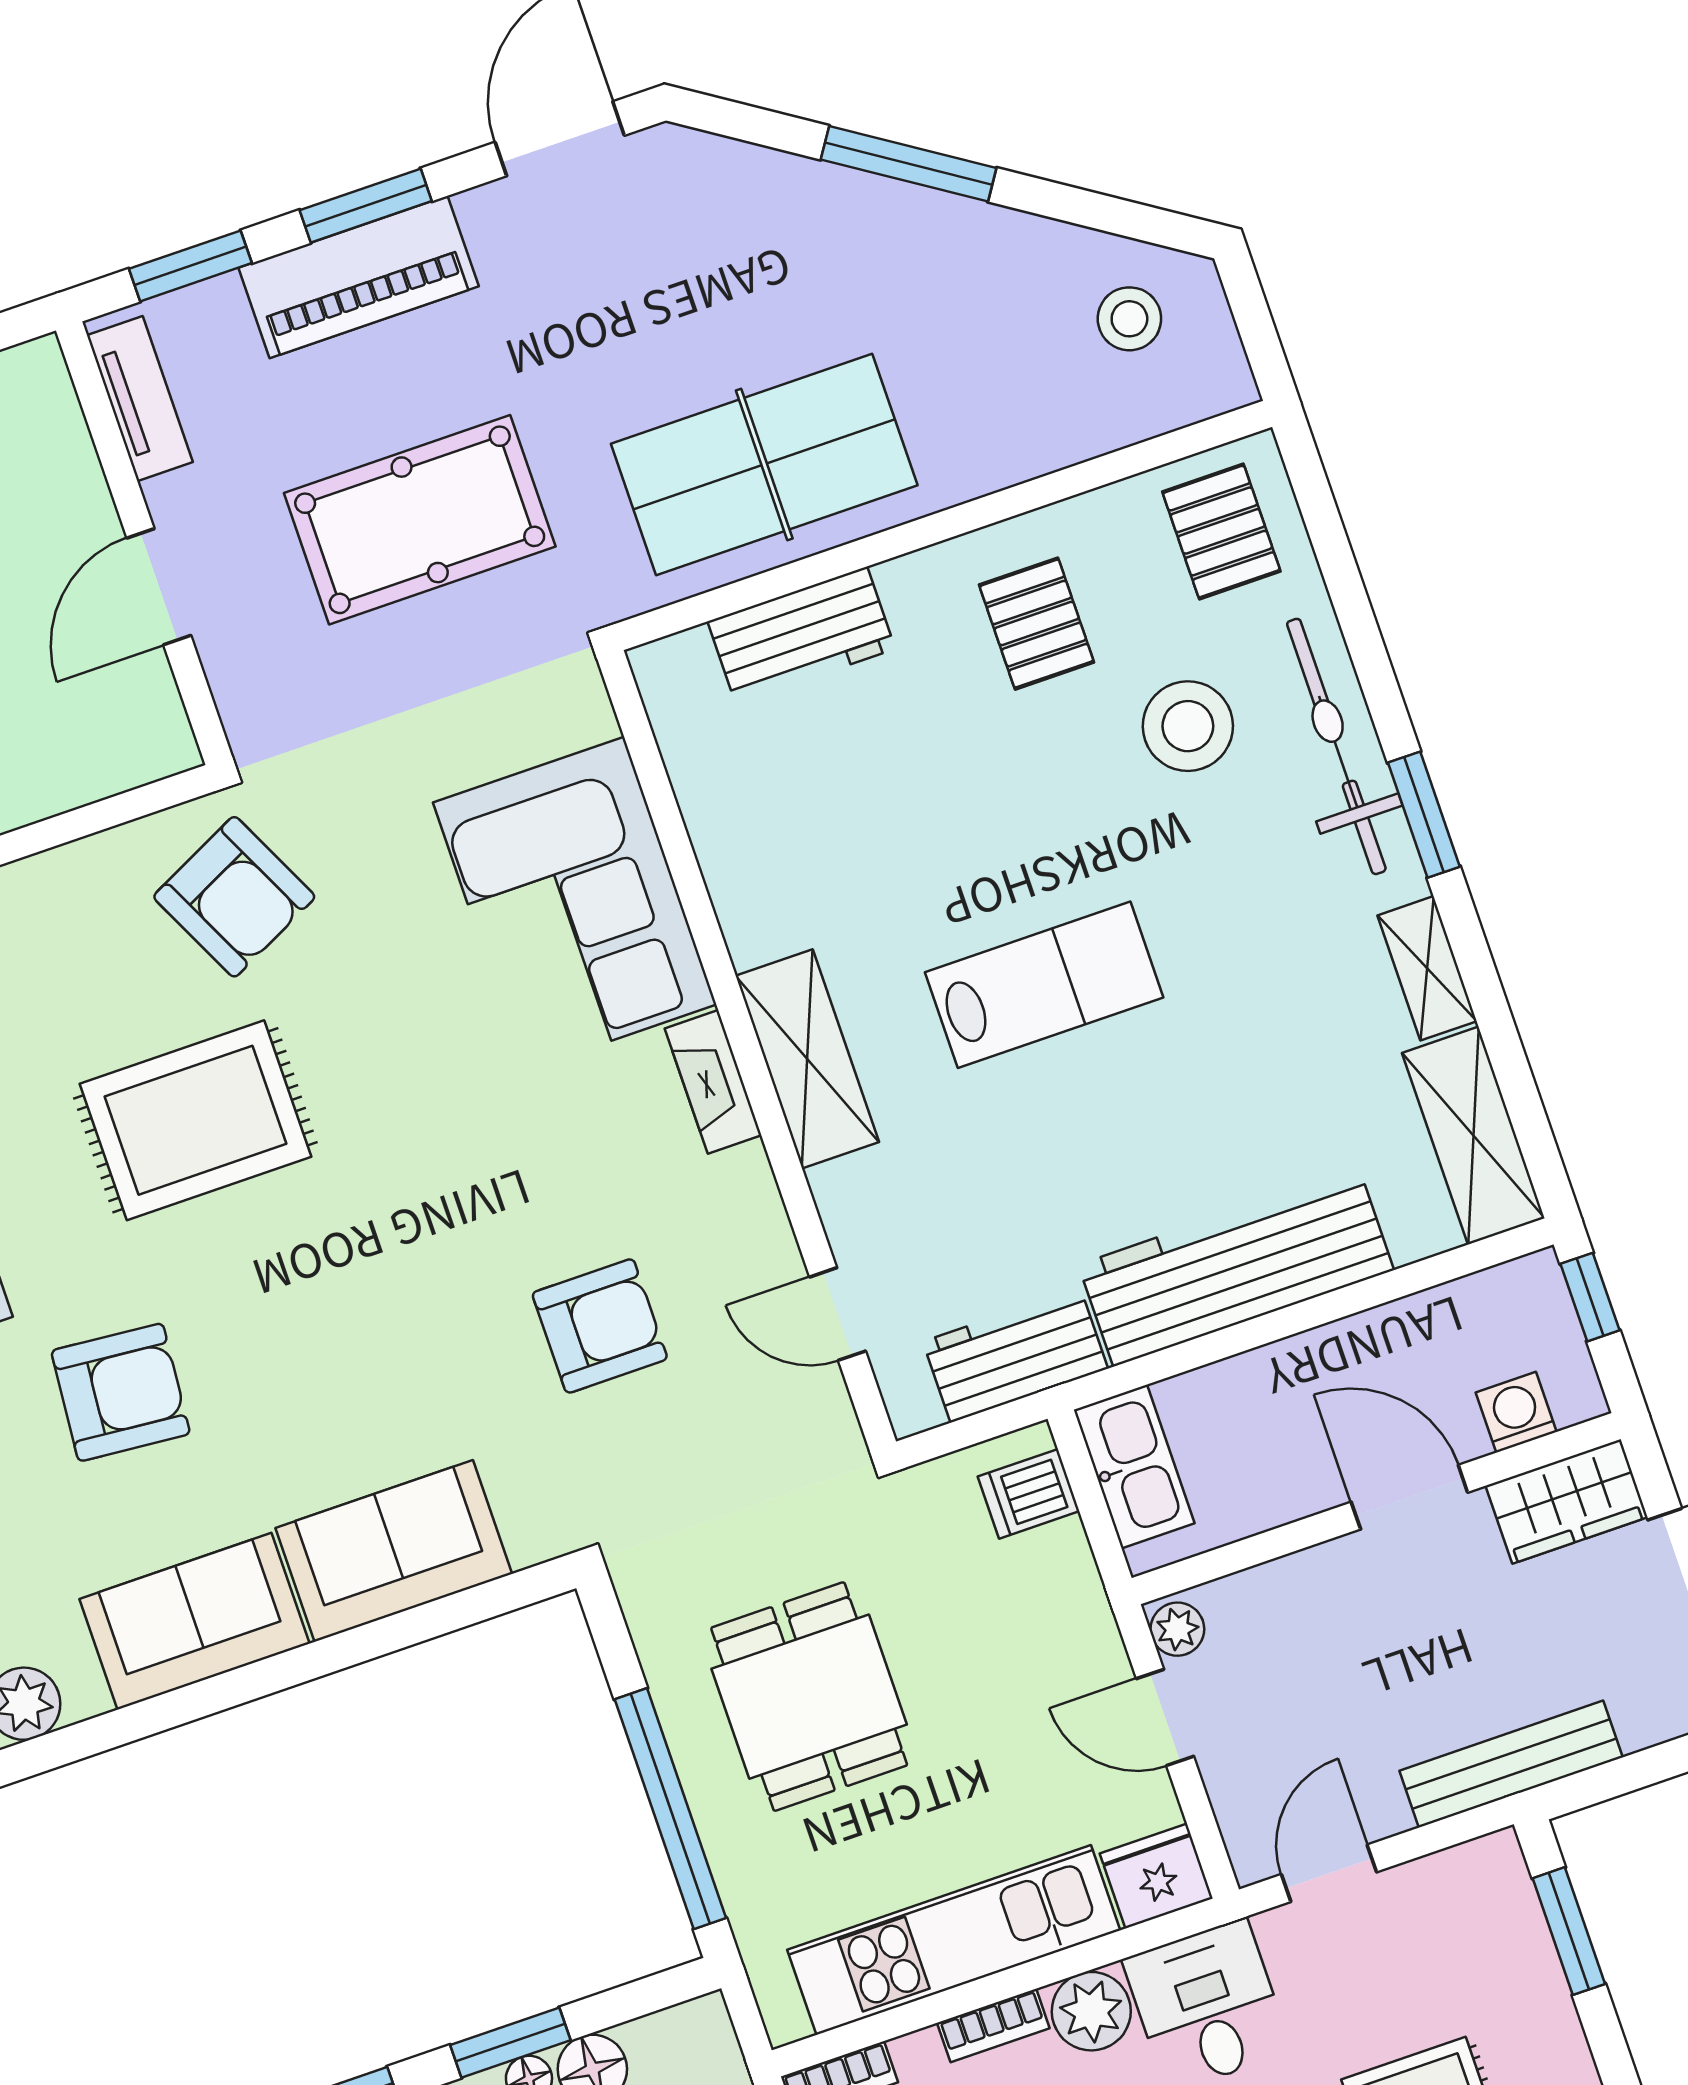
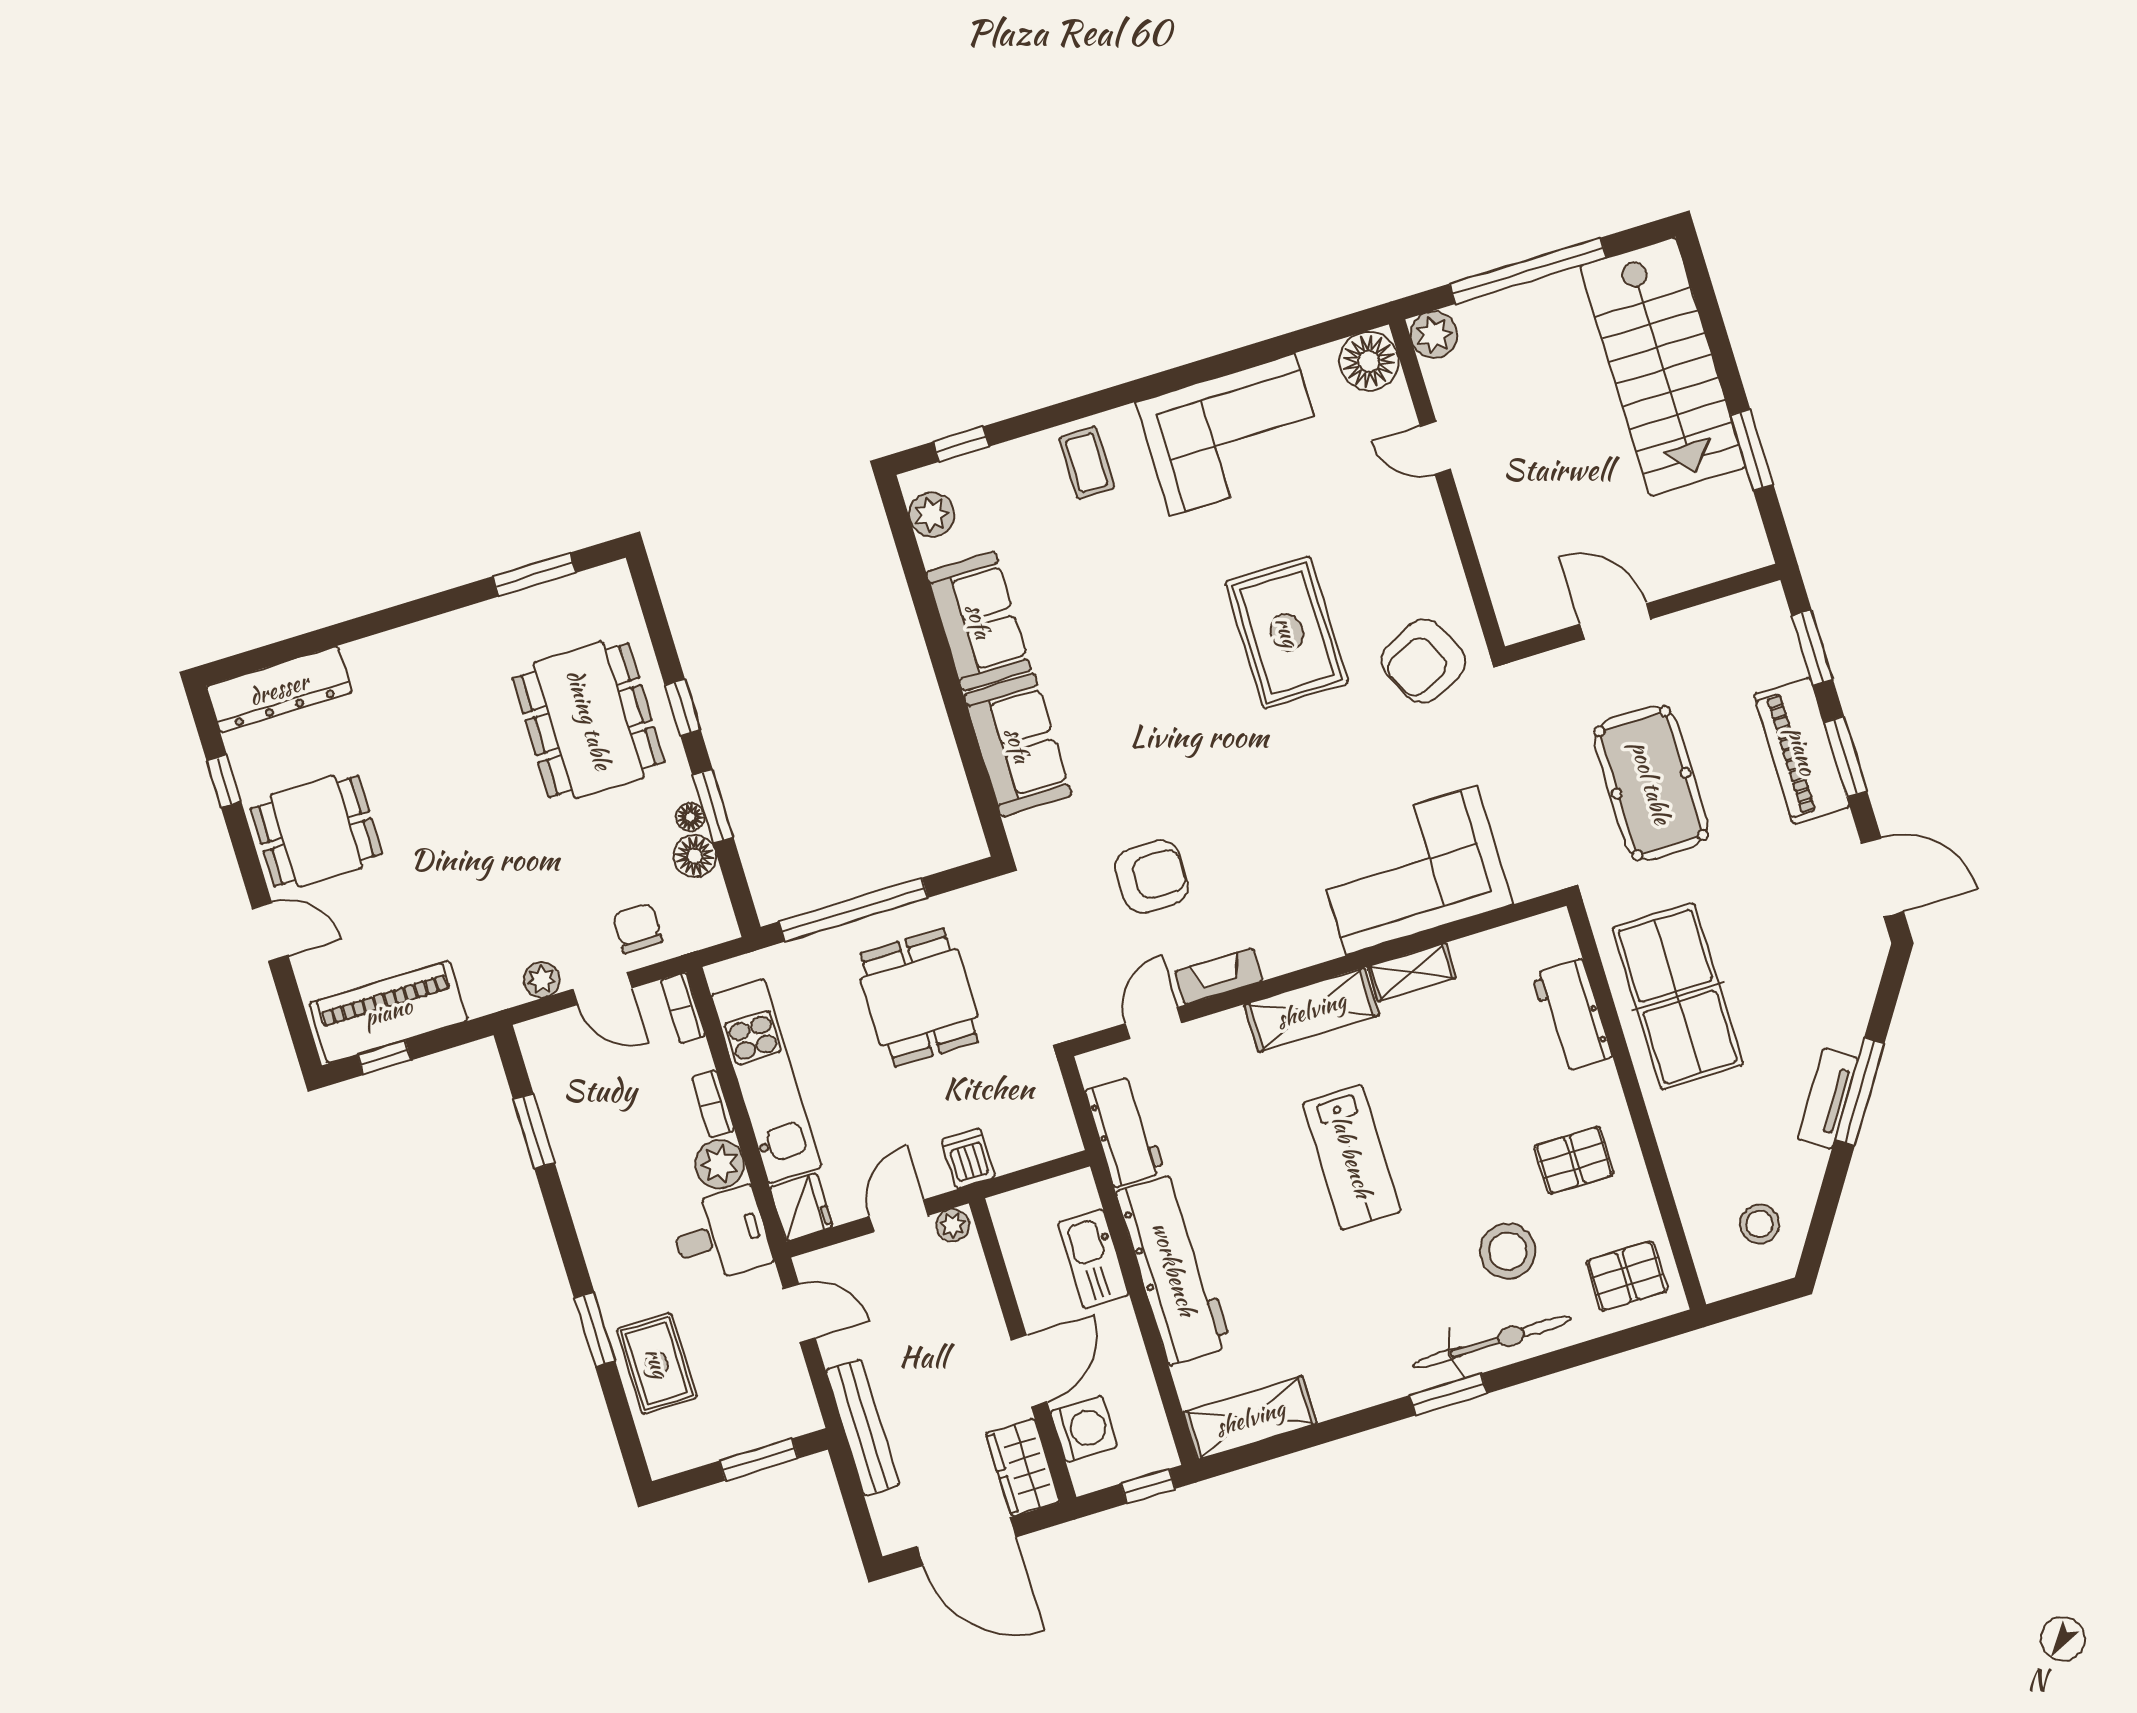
tv unit: (140, 399) -> (1828, 1099), moved, turned 123
shelving: (1427, 968) -> (1412, 972), moved
fireplace: (713, 1082) -> (1219, 976), moved
armchair: (600, 1326) -> (1152, 877), turned -90
armchair: (121, 1392) -> (1121, 581), removed
washing machine: (1516, 1412) -> (1084, 1429), width x1.38, depth x1.38
kitchen sink: (1134, 1466) -> (1093, 1259), moved, turned 90
dishwasher: (1029, 1494) -> (968, 1158), moved
dining table: (809, 1697) -> (919, 997), turned 90

